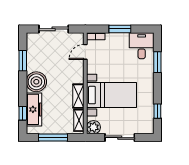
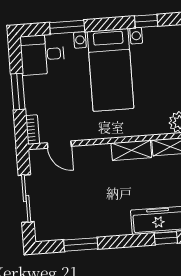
boiler: (36, 82) -> (113, 220), removed
bed with nightstands: (112, 95) -> (111, 70), moved, turned 180

